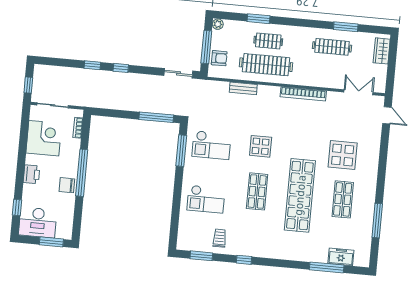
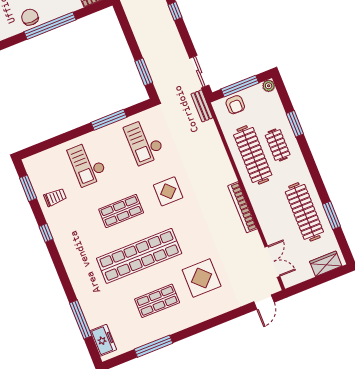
clothes rail: (332, 47) -> (304, 212), width x1.37, depth x1.31
bench: (243, 88) -> (202, 106), moved
window: (156, 117) -> (144, 72), width x0.69
window: (181, 151) -> (109, 120), moved
freezer: (341, 257) -> (103, 340), moved

